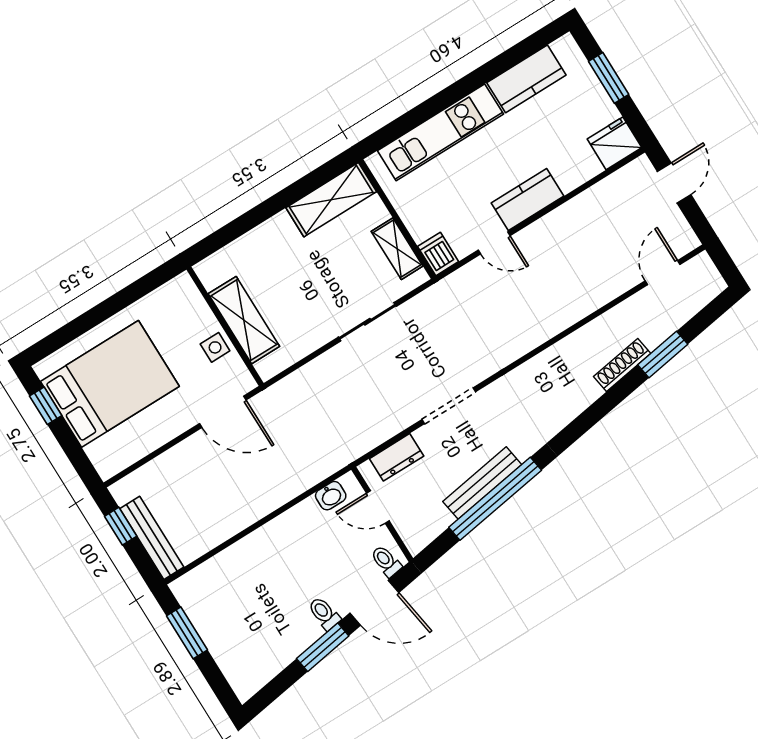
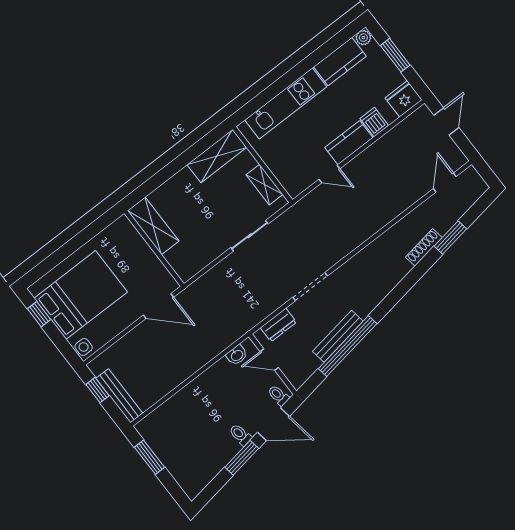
plant: (565, 47) -> (363, 38), added
dishwasher: (438, 254) -> (374, 122), moved
shelving: (244, 320) -> (153, 226), moved
side table: (215, 347) -> (84, 347), moved

